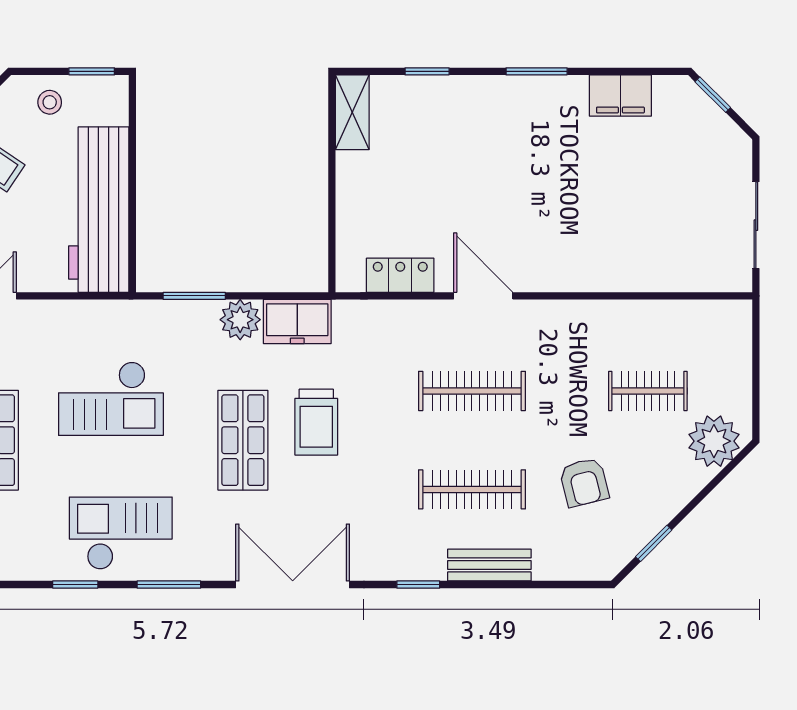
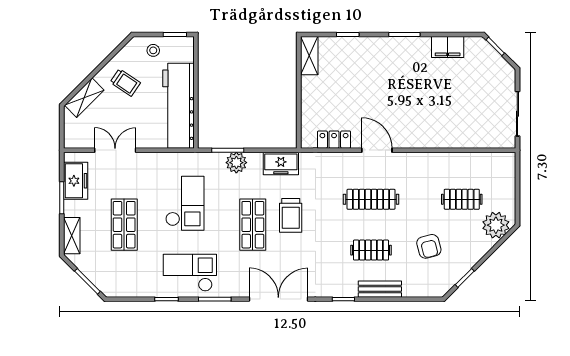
plant: (240, 320) -> (236, 163), moved
checkout: (111, 399) -> (185, 203), turned -90
clothes rail: (472, 489) -> (371, 250), width x0.73

